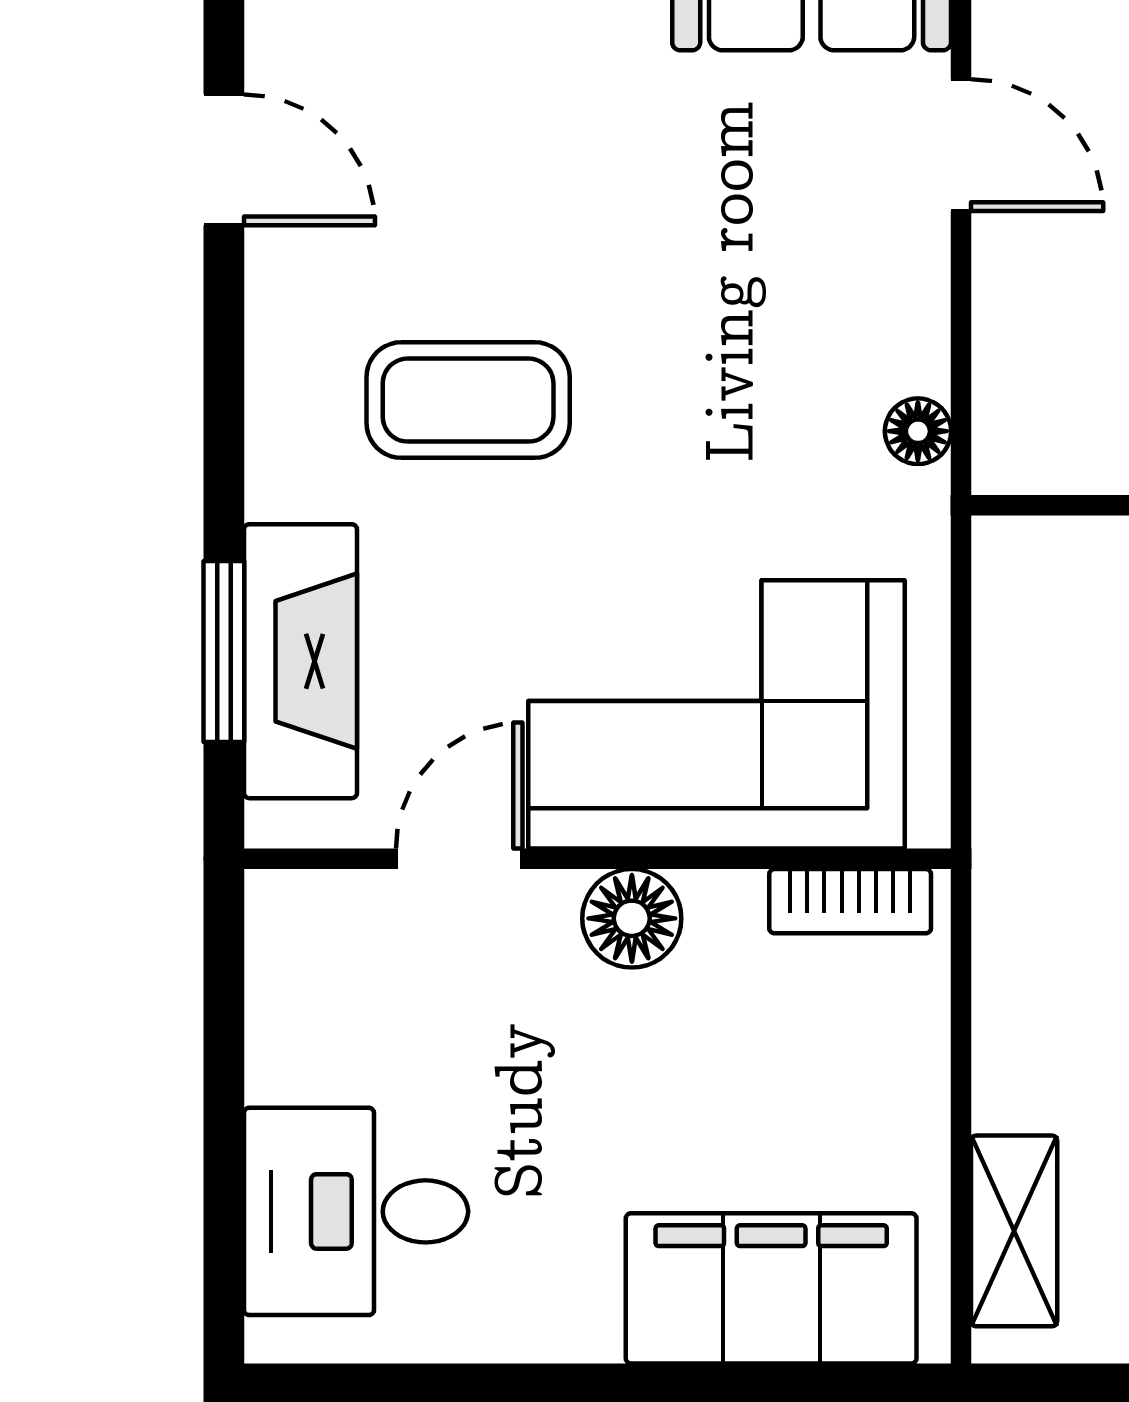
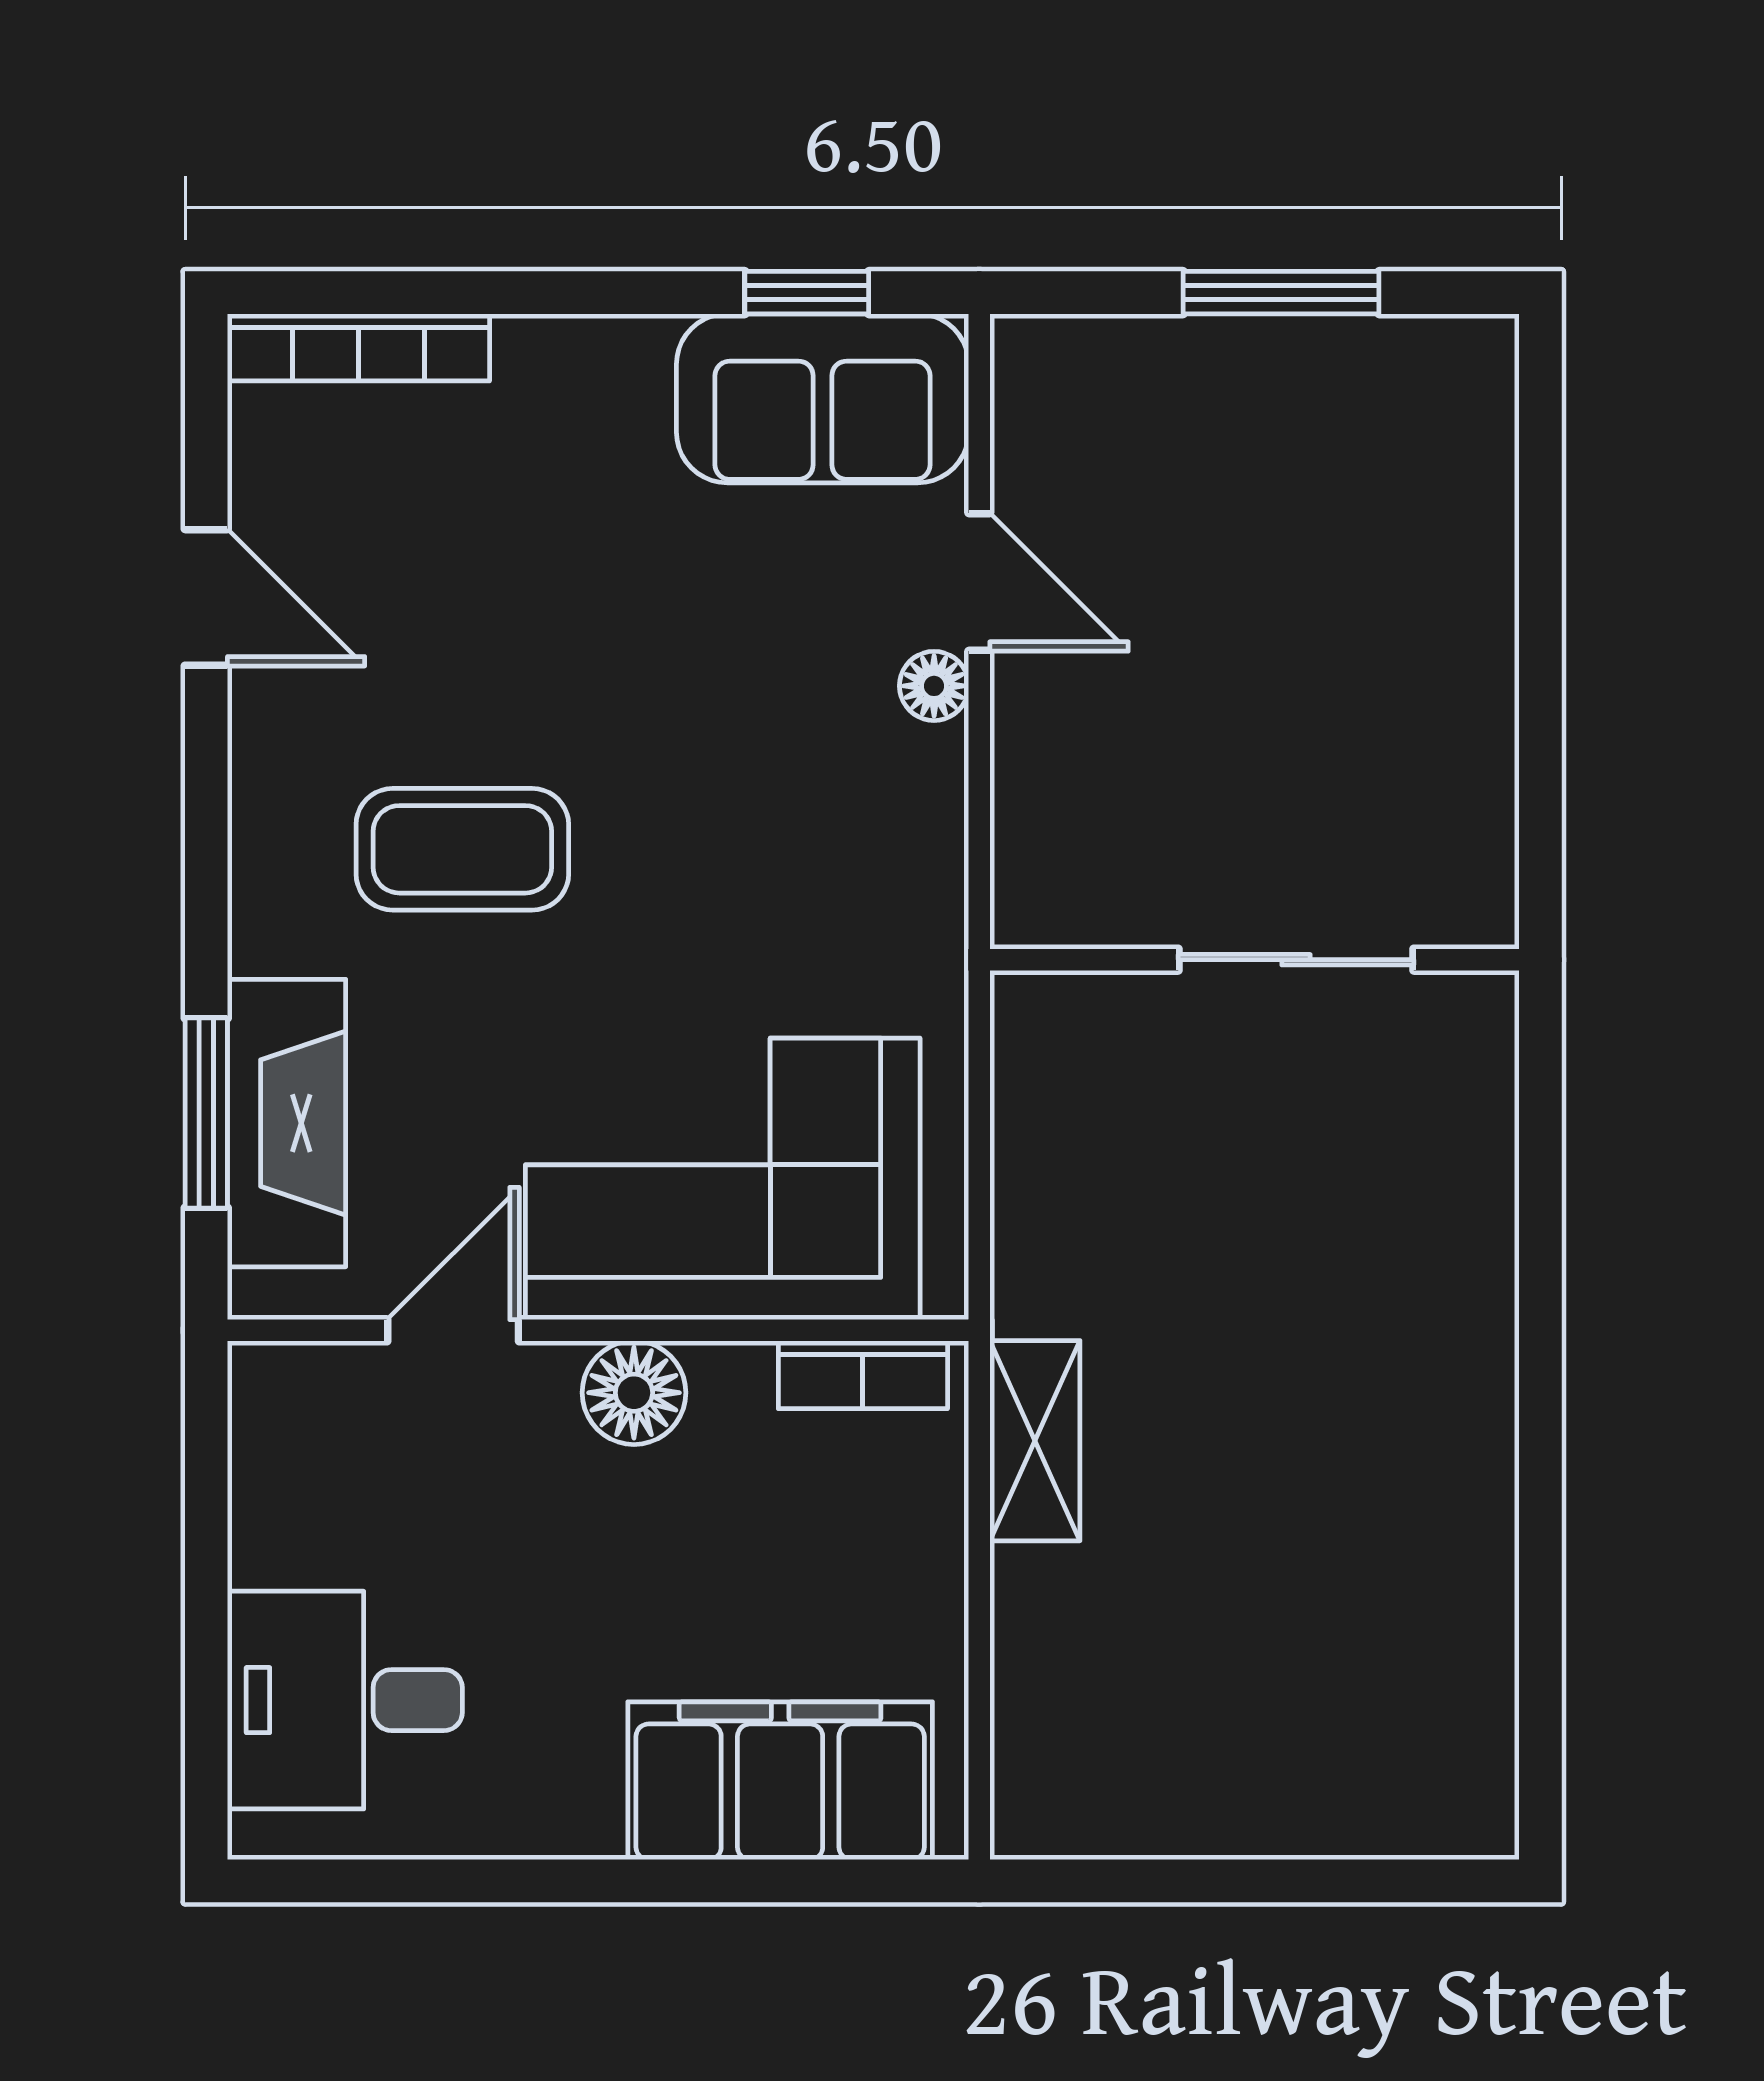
floor lamp: (918, 431) -> (934, 686), moved
shelving: (1014, 1231) -> (1035, 1441), moved

